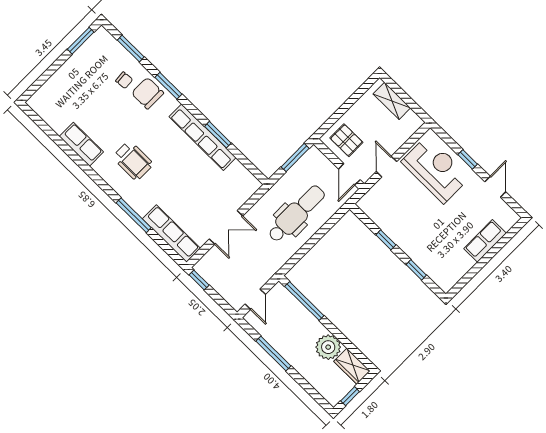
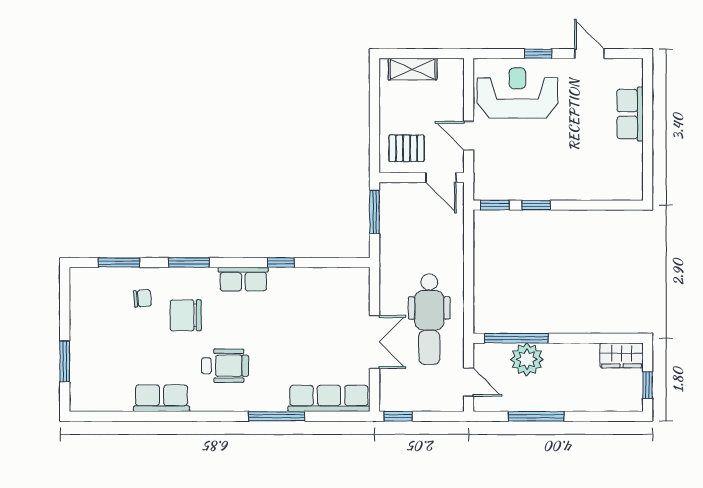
window: (81, 41) -> (65, 361), moved
chair: (148, 93) -> (186, 315), moved
window: (218, 135) -> (281, 262), width x0.67
row of seats: (203, 137) -> (243, 279), width x0.50
dental chair: (296, 214) -> (429, 319), moved, turned 180
window: (416, 270) -> (495, 205), moved
plant: (328, 347) -> (527, 359), moved

